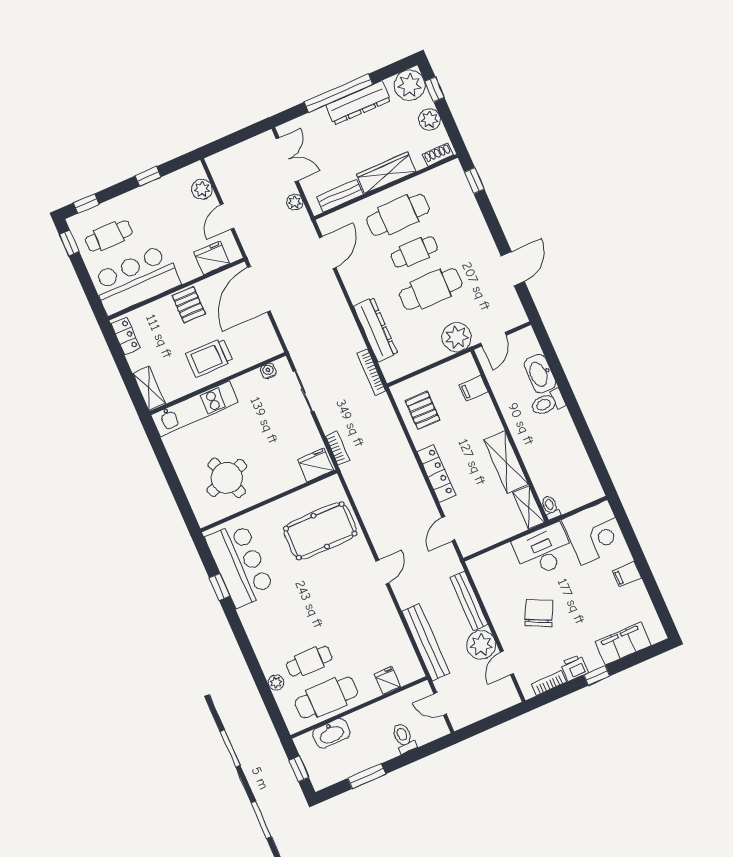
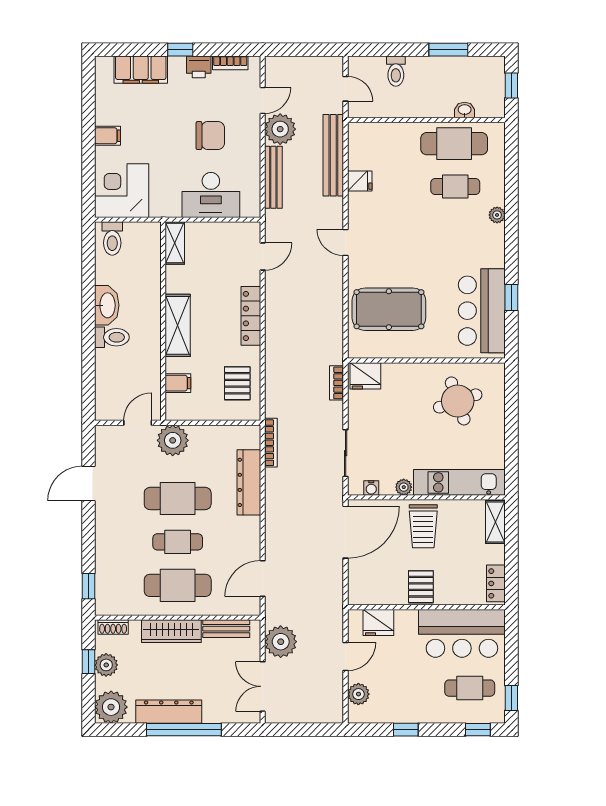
window: (434, 89) -> (88, 662), moved
plant: (295, 202) -> (281, 642), width x1.88, depth x1.88
door: (259, 289) -> (346, 532), moved
trolley: (209, 357) -> (423, 526), turned 90
washbasin: (540, 374) -> (107, 305), moved
plant: (241, 384) -> (404, 487), added
shelving: (506, 462) -> (178, 325), moved
toilet: (551, 507) -> (112, 238), moved, width x1.37, depth x1.39
desk: (543, 550) -> (211, 195), moved
door: (382, 572) -> (346, 242), hinge flipped
chair: (539, 613) -> (210, 136), turned -116
fridge: (387, 680) -> (360, 181), moved, turned -90
plant: (276, 683) -> (497, 215), moved
washbasin: (331, 733) -> (465, 110), width x0.52, depth x0.69

